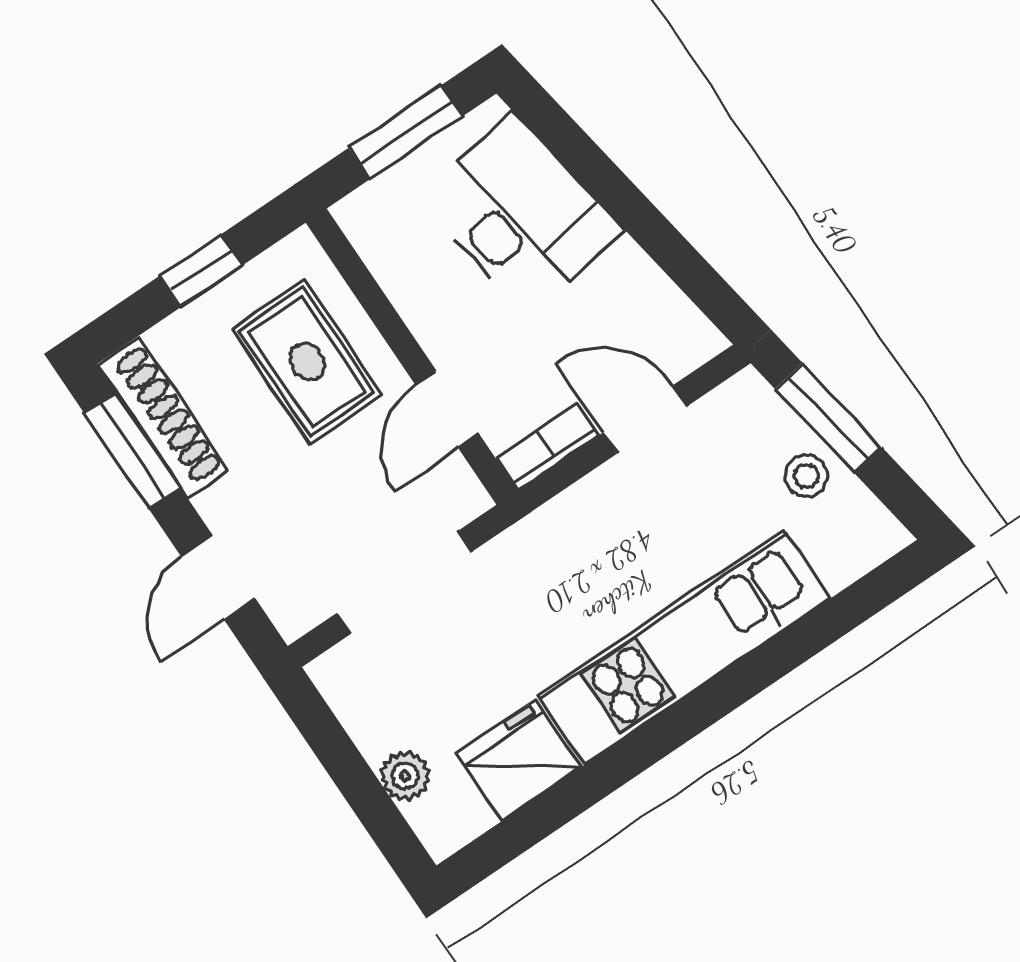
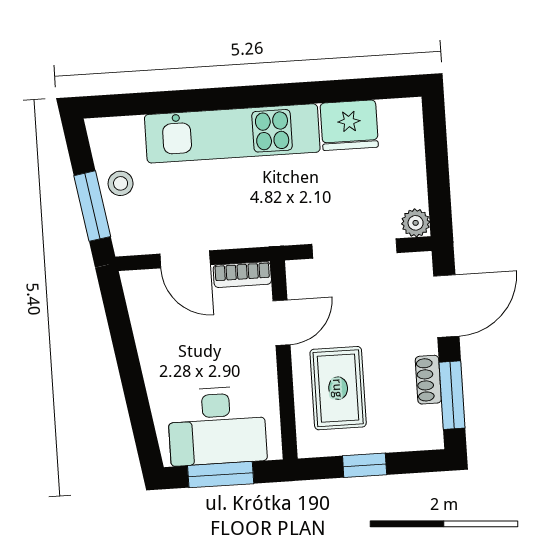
desk: (521, 214) -> (217, 426), moved, turned -81
shoe rack: (163, 418) -> (428, 380), width x0.51, depth x0.81
door: (218, 577) -> (446, 306), width x1.38
plant: (405, 776) -> (416, 223), moved

